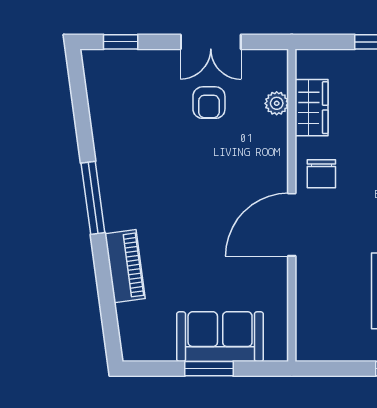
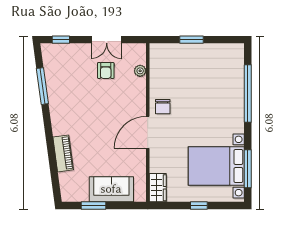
wardrobe: (311, 108) -> (158, 188), moved
window: (93, 198) -> (42, 86), moved
window: (209, 369) -> (94, 206), moved

